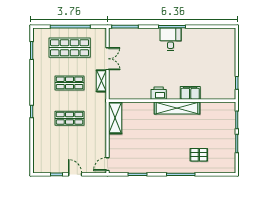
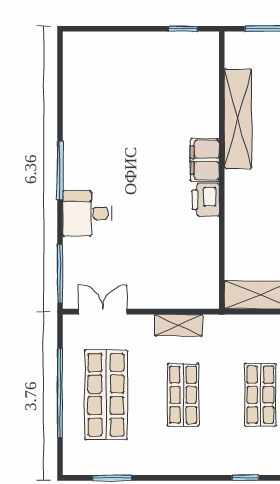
desk: (170, 39) -> (87, 213), moved
double door: (107, 59) -> (103, 312), moved
filing cabinet: (190, 93) -> (205, 160), moved
shelving: (177, 108) -> (238, 119), moved

